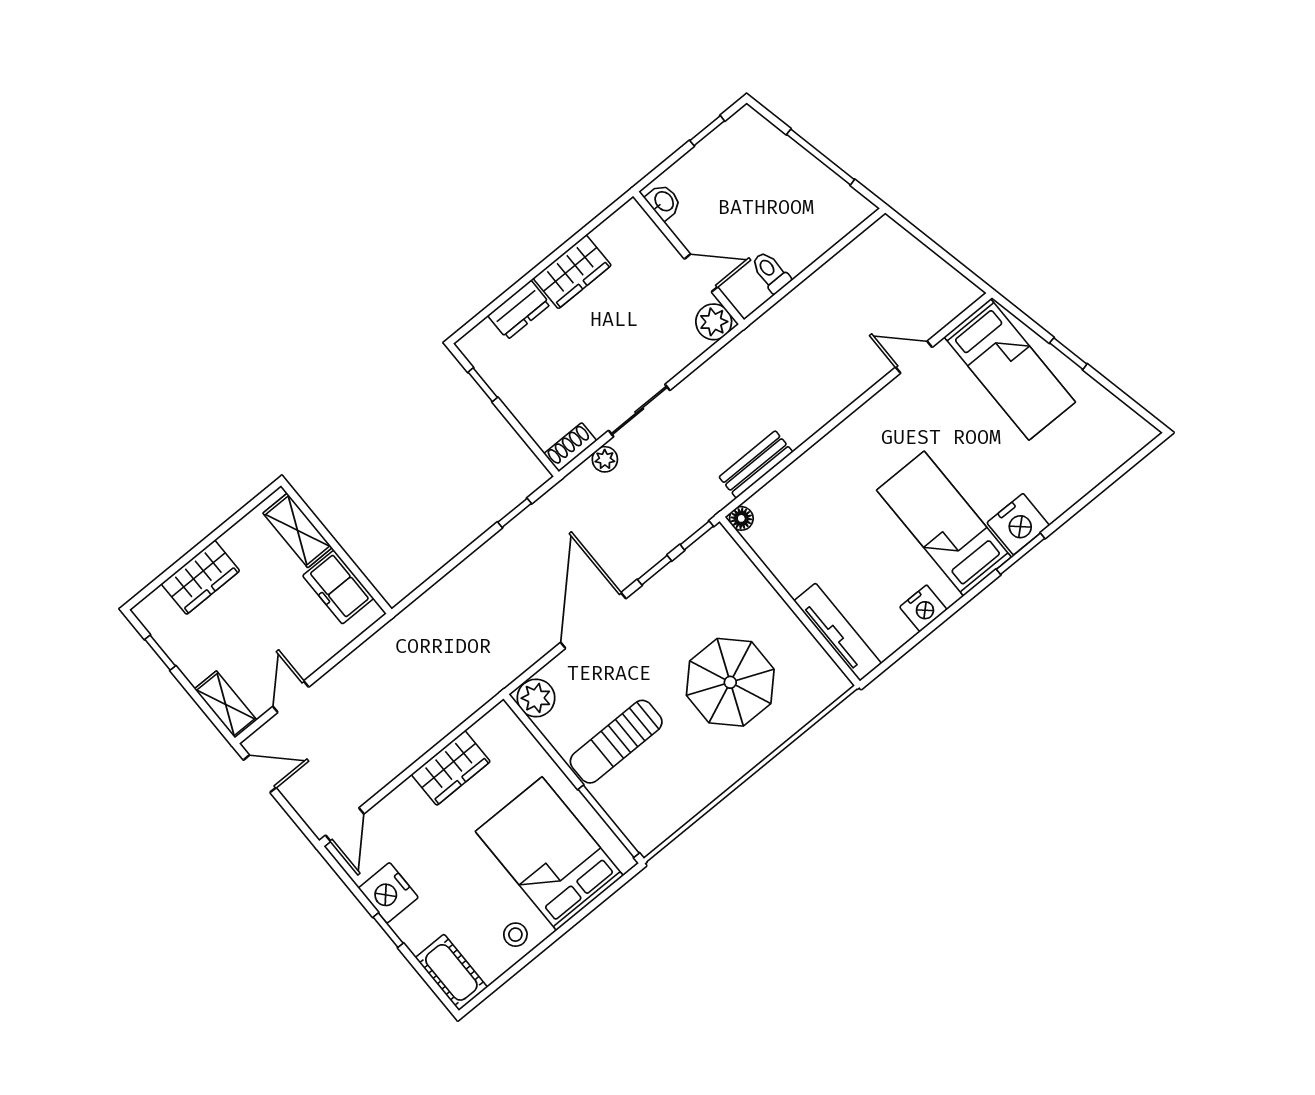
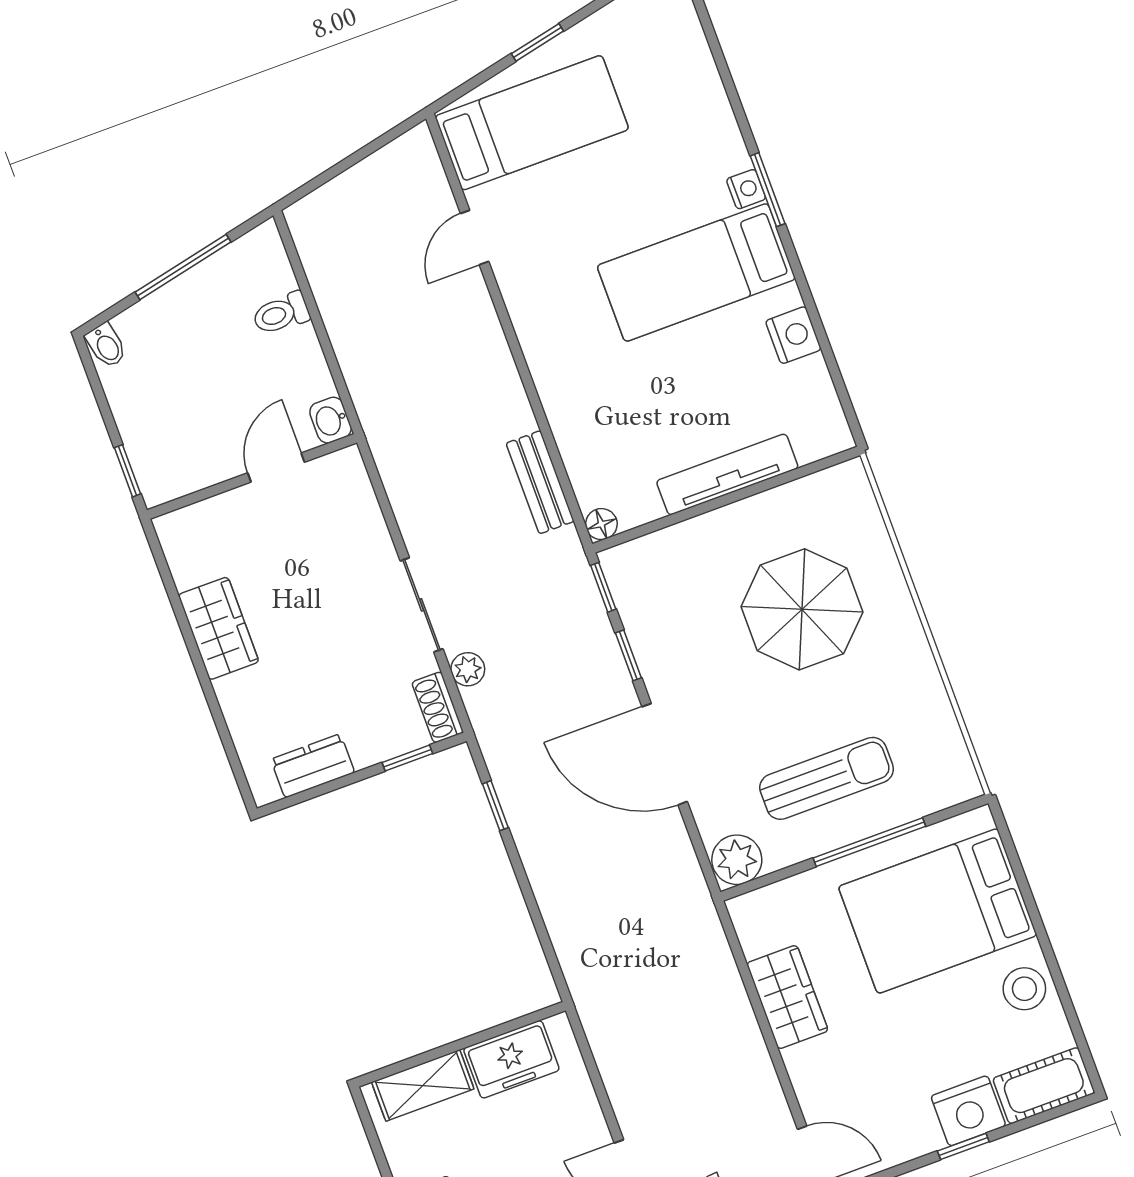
bidet: (746, 122) -> (106, 345), added
window: (707, 131) -> (128, 471), moved
washbasin: (664, 202) -> (331, 420), moved, turned -90
toilet: (771, 272) -> (281, 313), moved
dresser: (519, 310) -> (313, 766), moved, turned -90
plant: (714, 322) -> (343, 473), removed
window: (483, 385) -> (407, 758), moved
nightstand: (1018, 524) -> (746, 189), width x0.53, depth x0.56
tv unit: (838, 632) -> (727, 474), moved
sun lounger: (616, 742) -> (827, 778), turned -90
window: (609, 821) -> (869, 842), moved
nightstand: (388, 893) -> (968, 1111), moved
stool: (515, 935) -> (1024, 989), width x1.37, depth x1.37

